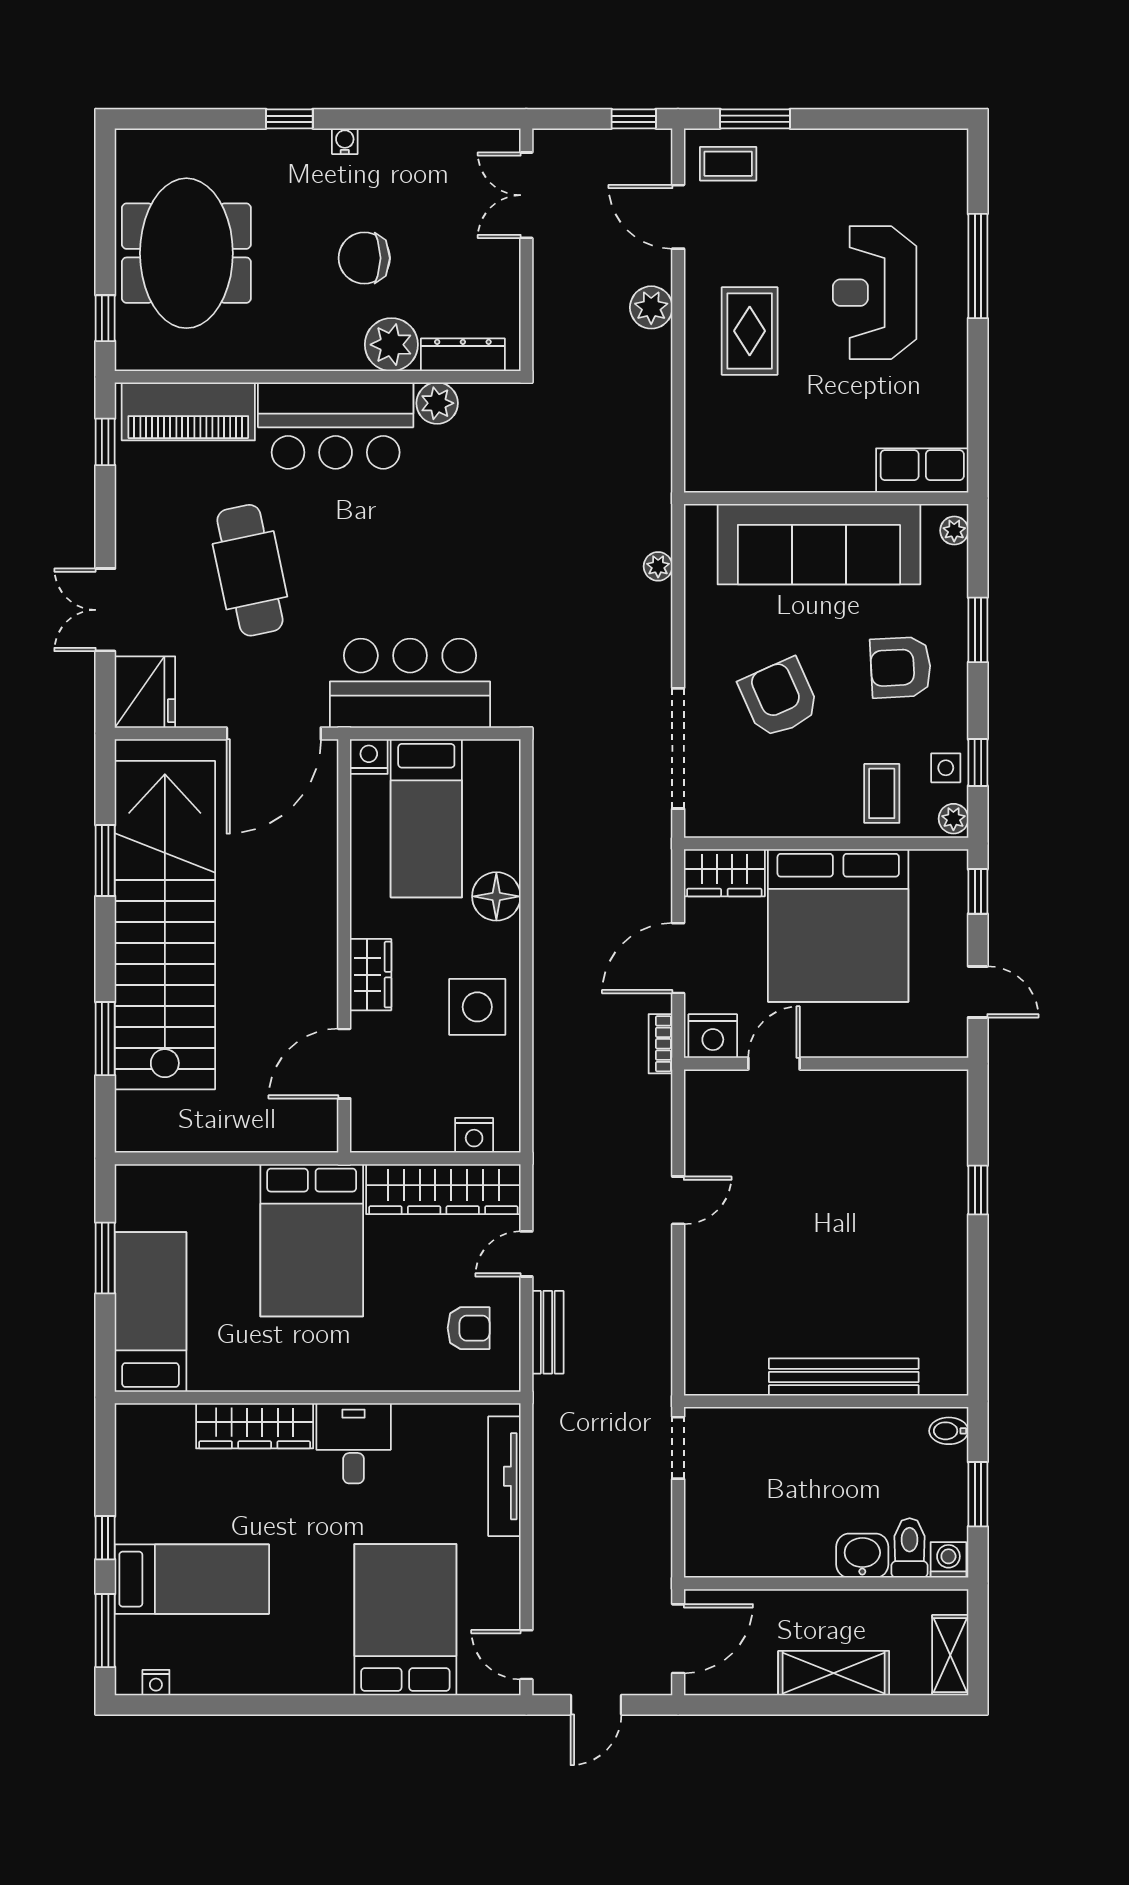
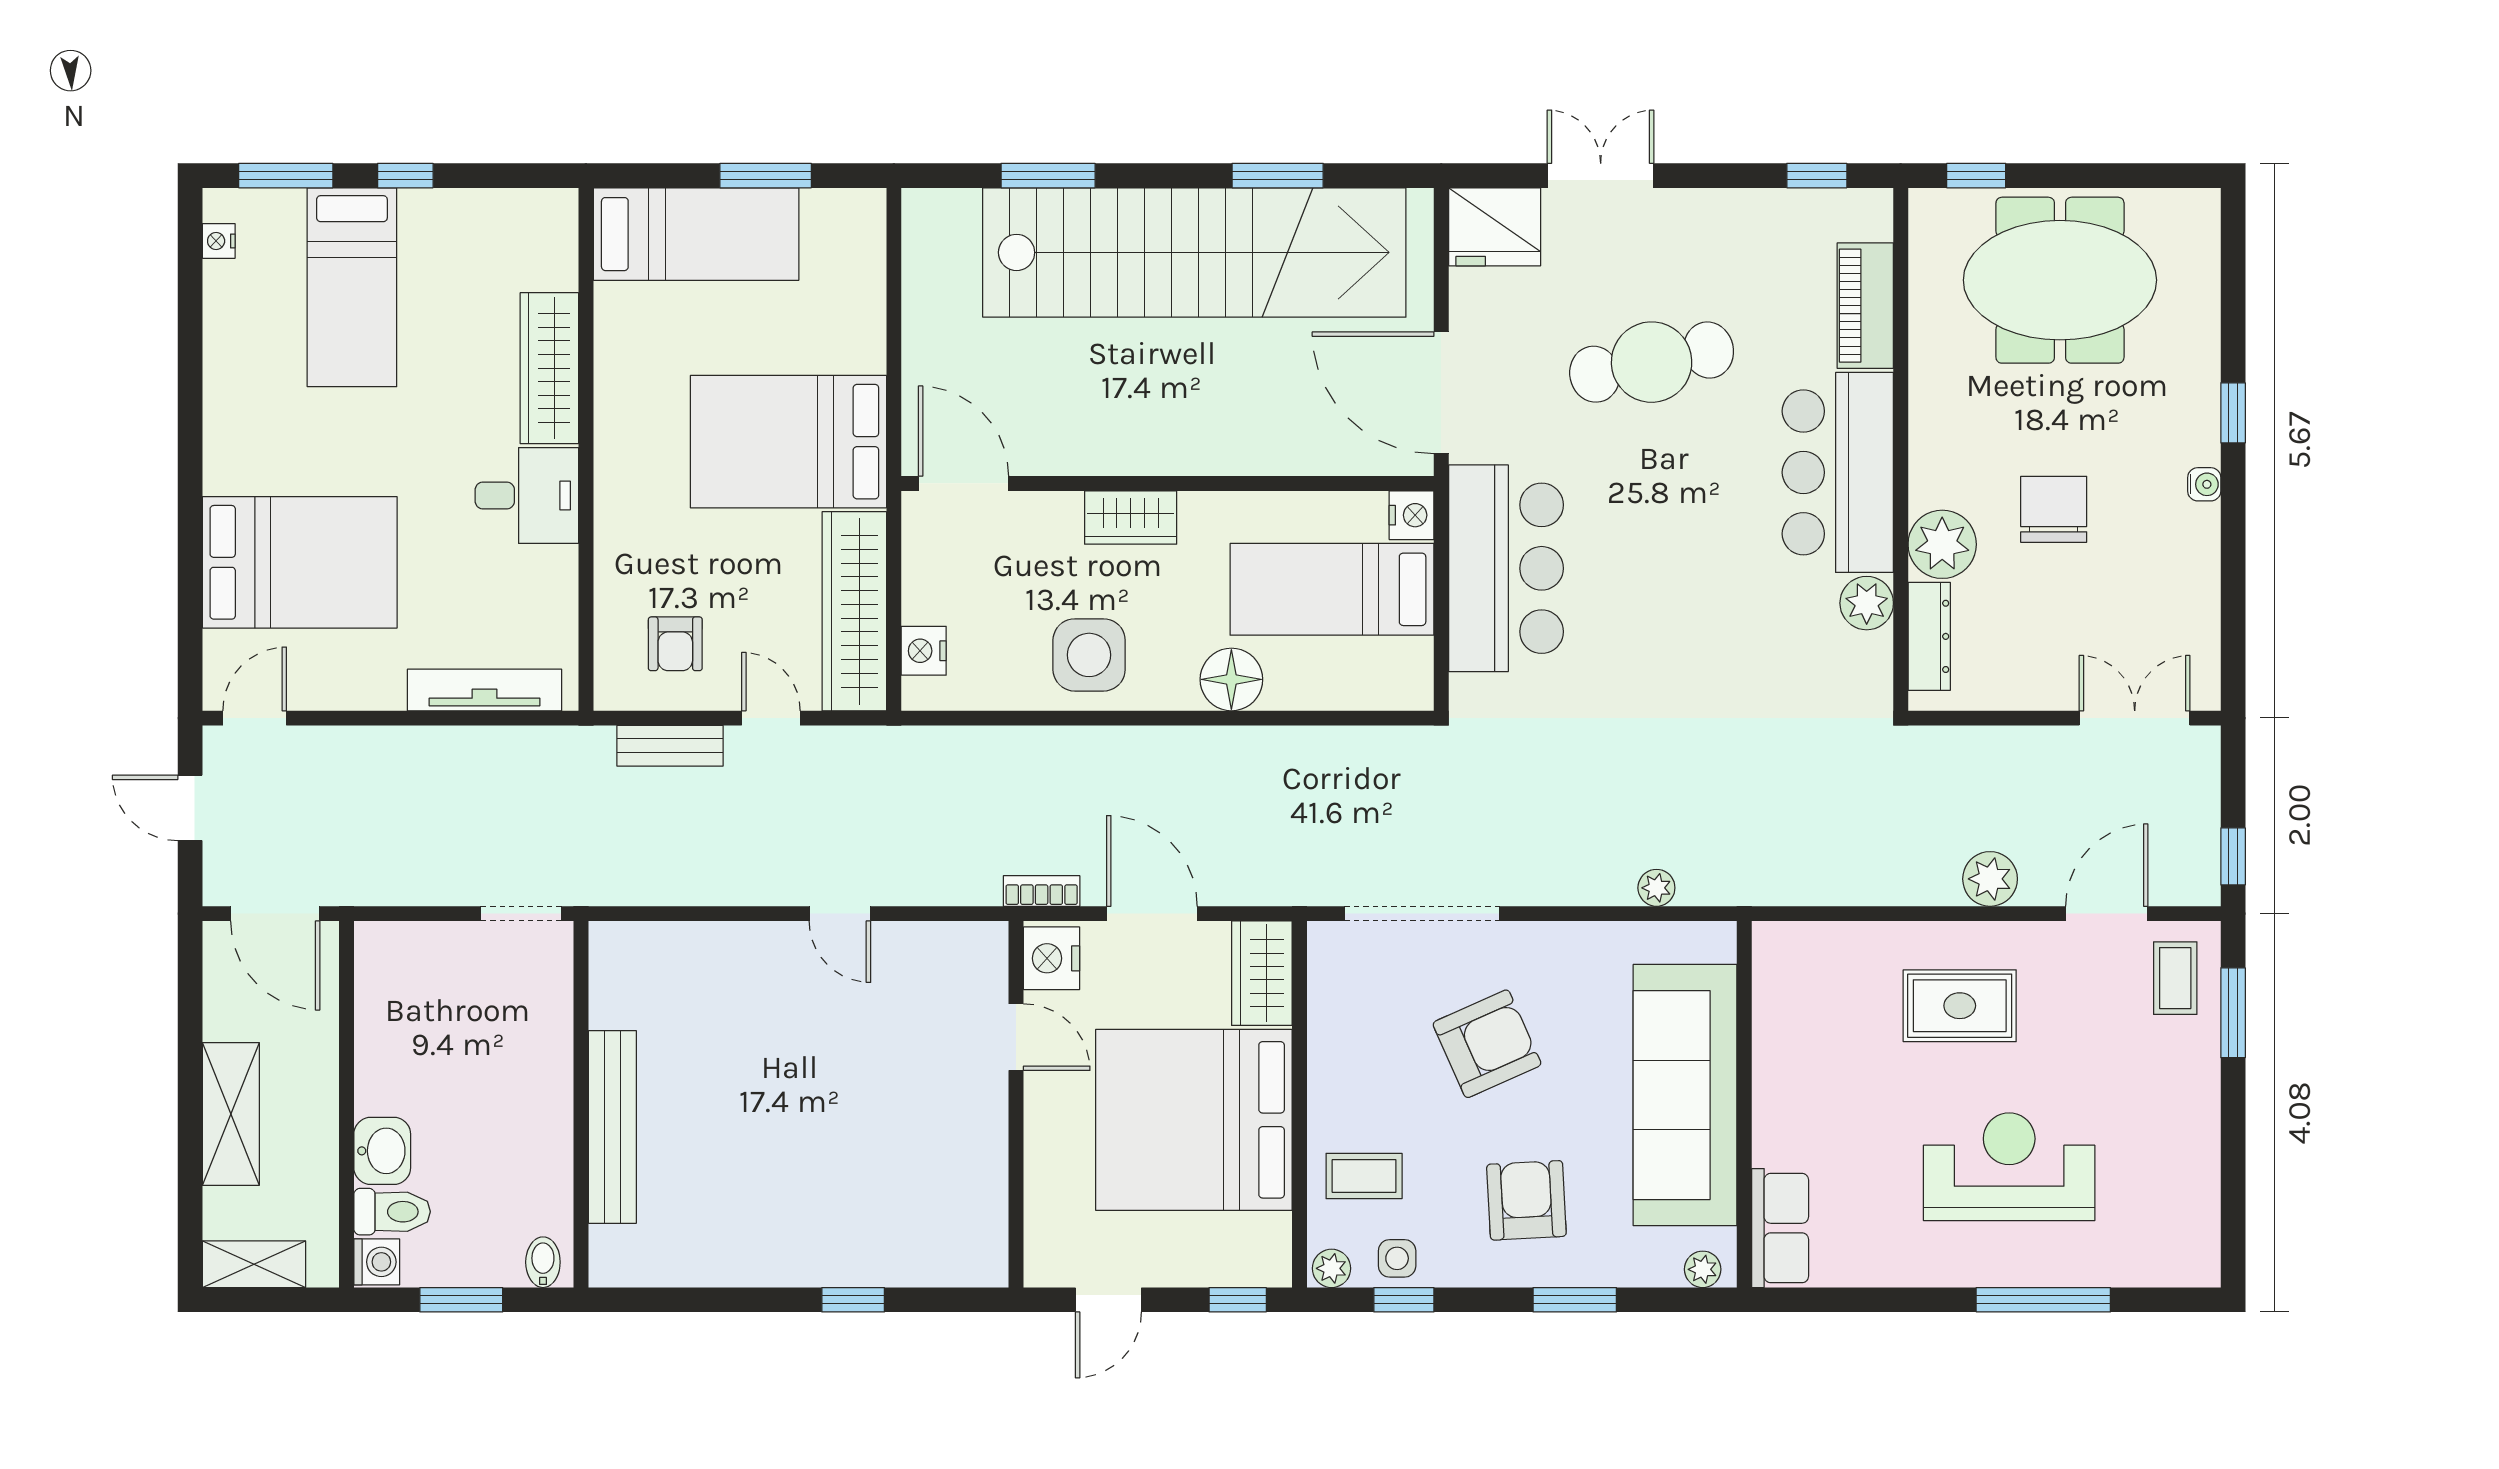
piano: (188, 411) -> (1865, 306), width x0.73, depth x0.75
door: (344, 1064) -> (964, 483), moved

